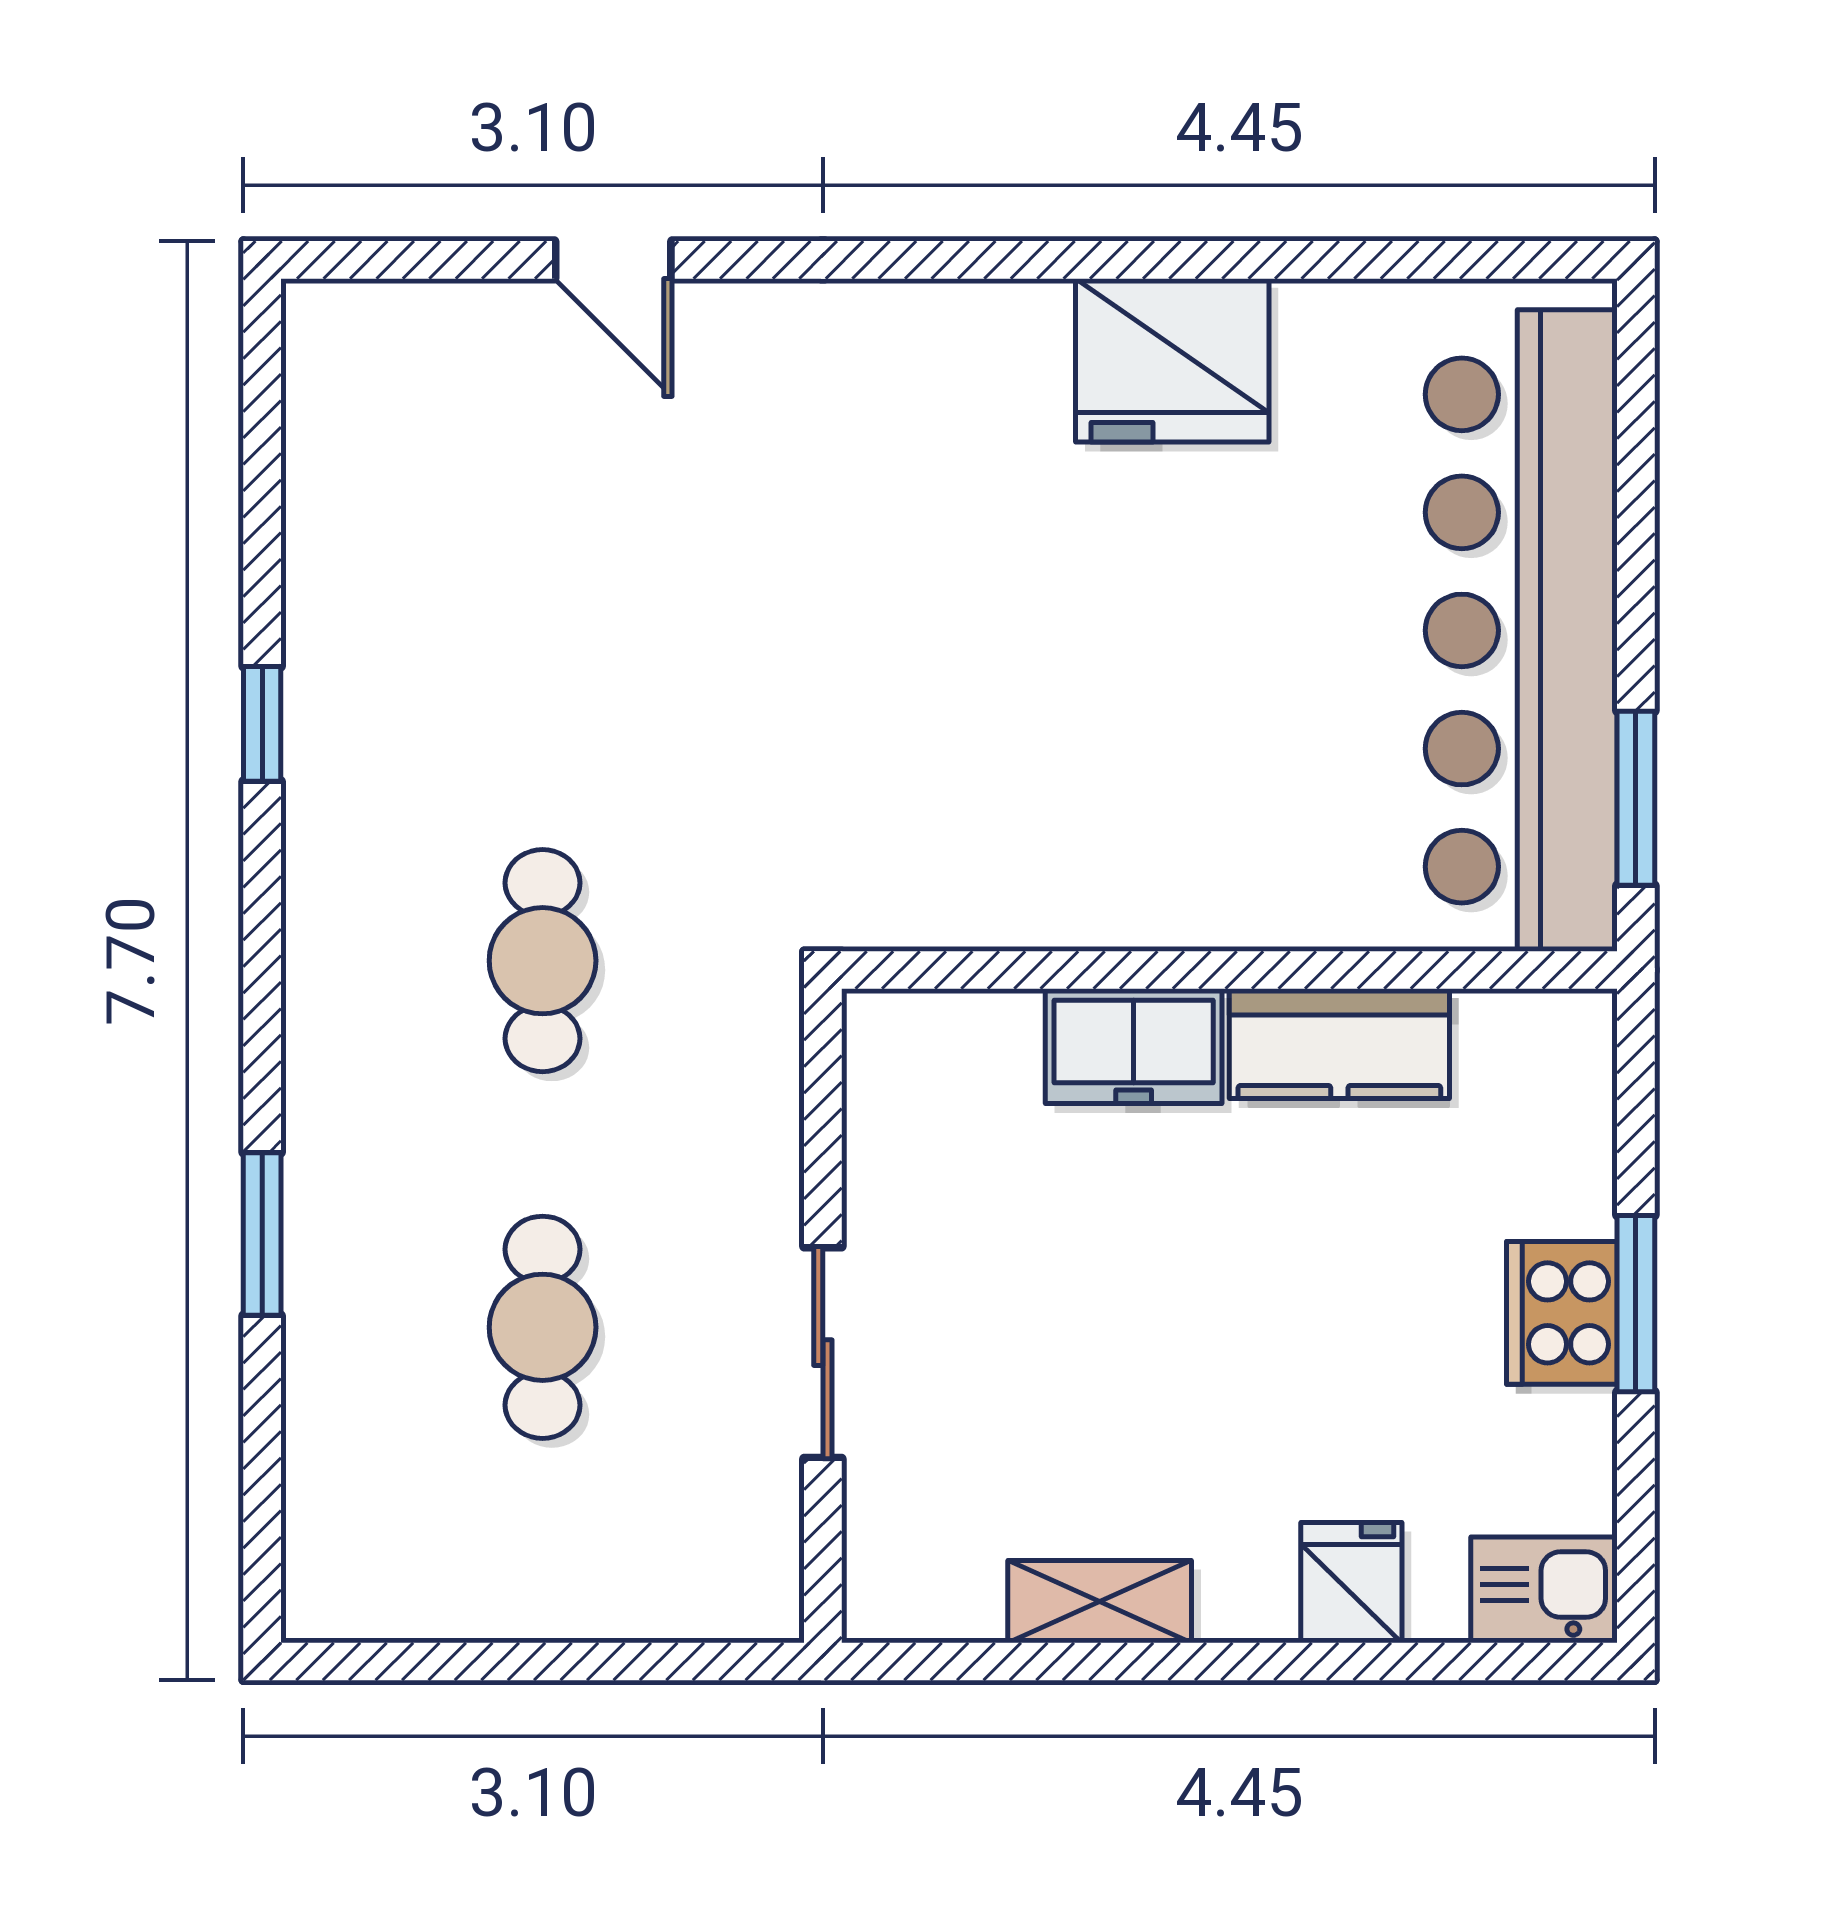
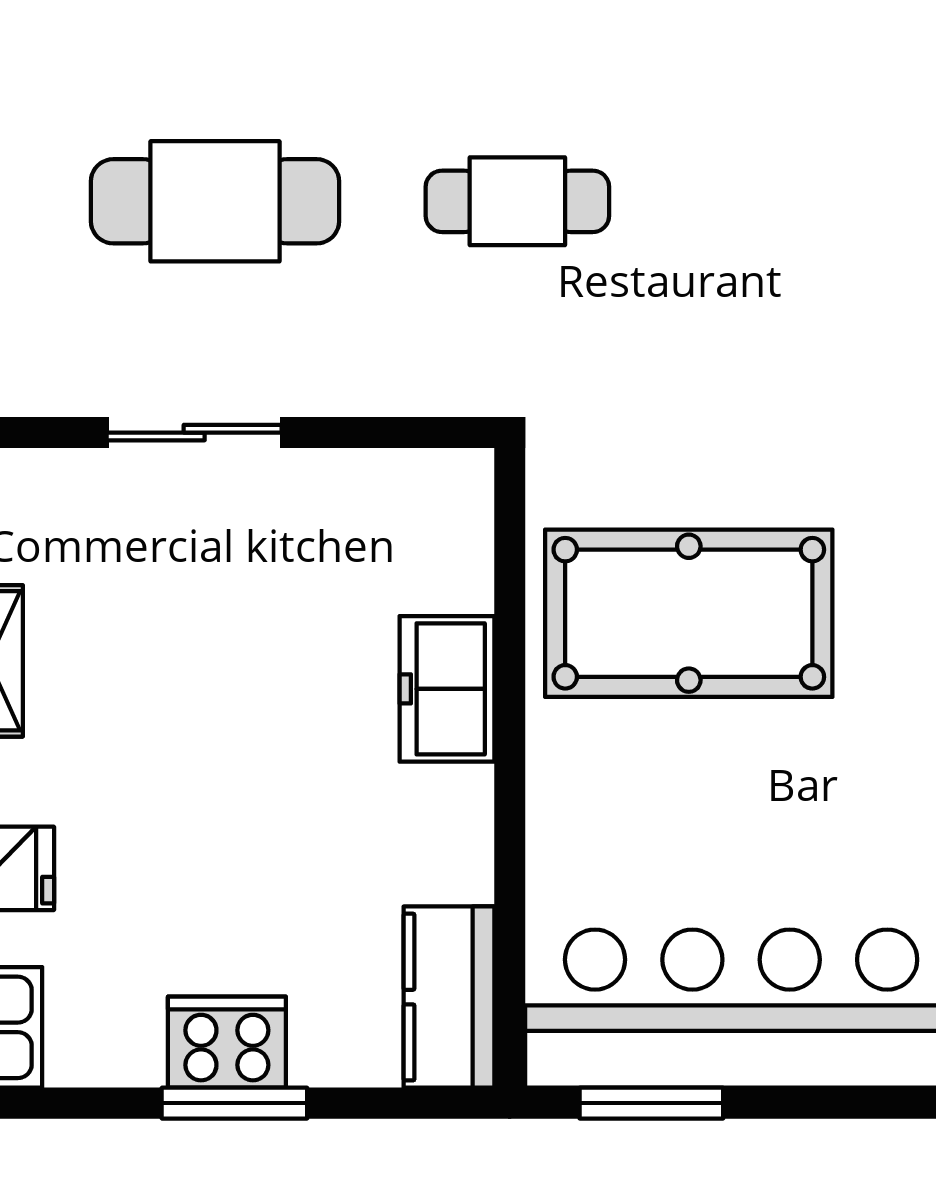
pool table: (1042, 753) -> (689, 613), added
kitchen counter: (1339, 1044) -> (449, 997), moved
cafe table: (543, 1327) -> (215, 201), width x1.37, depth x1.35

